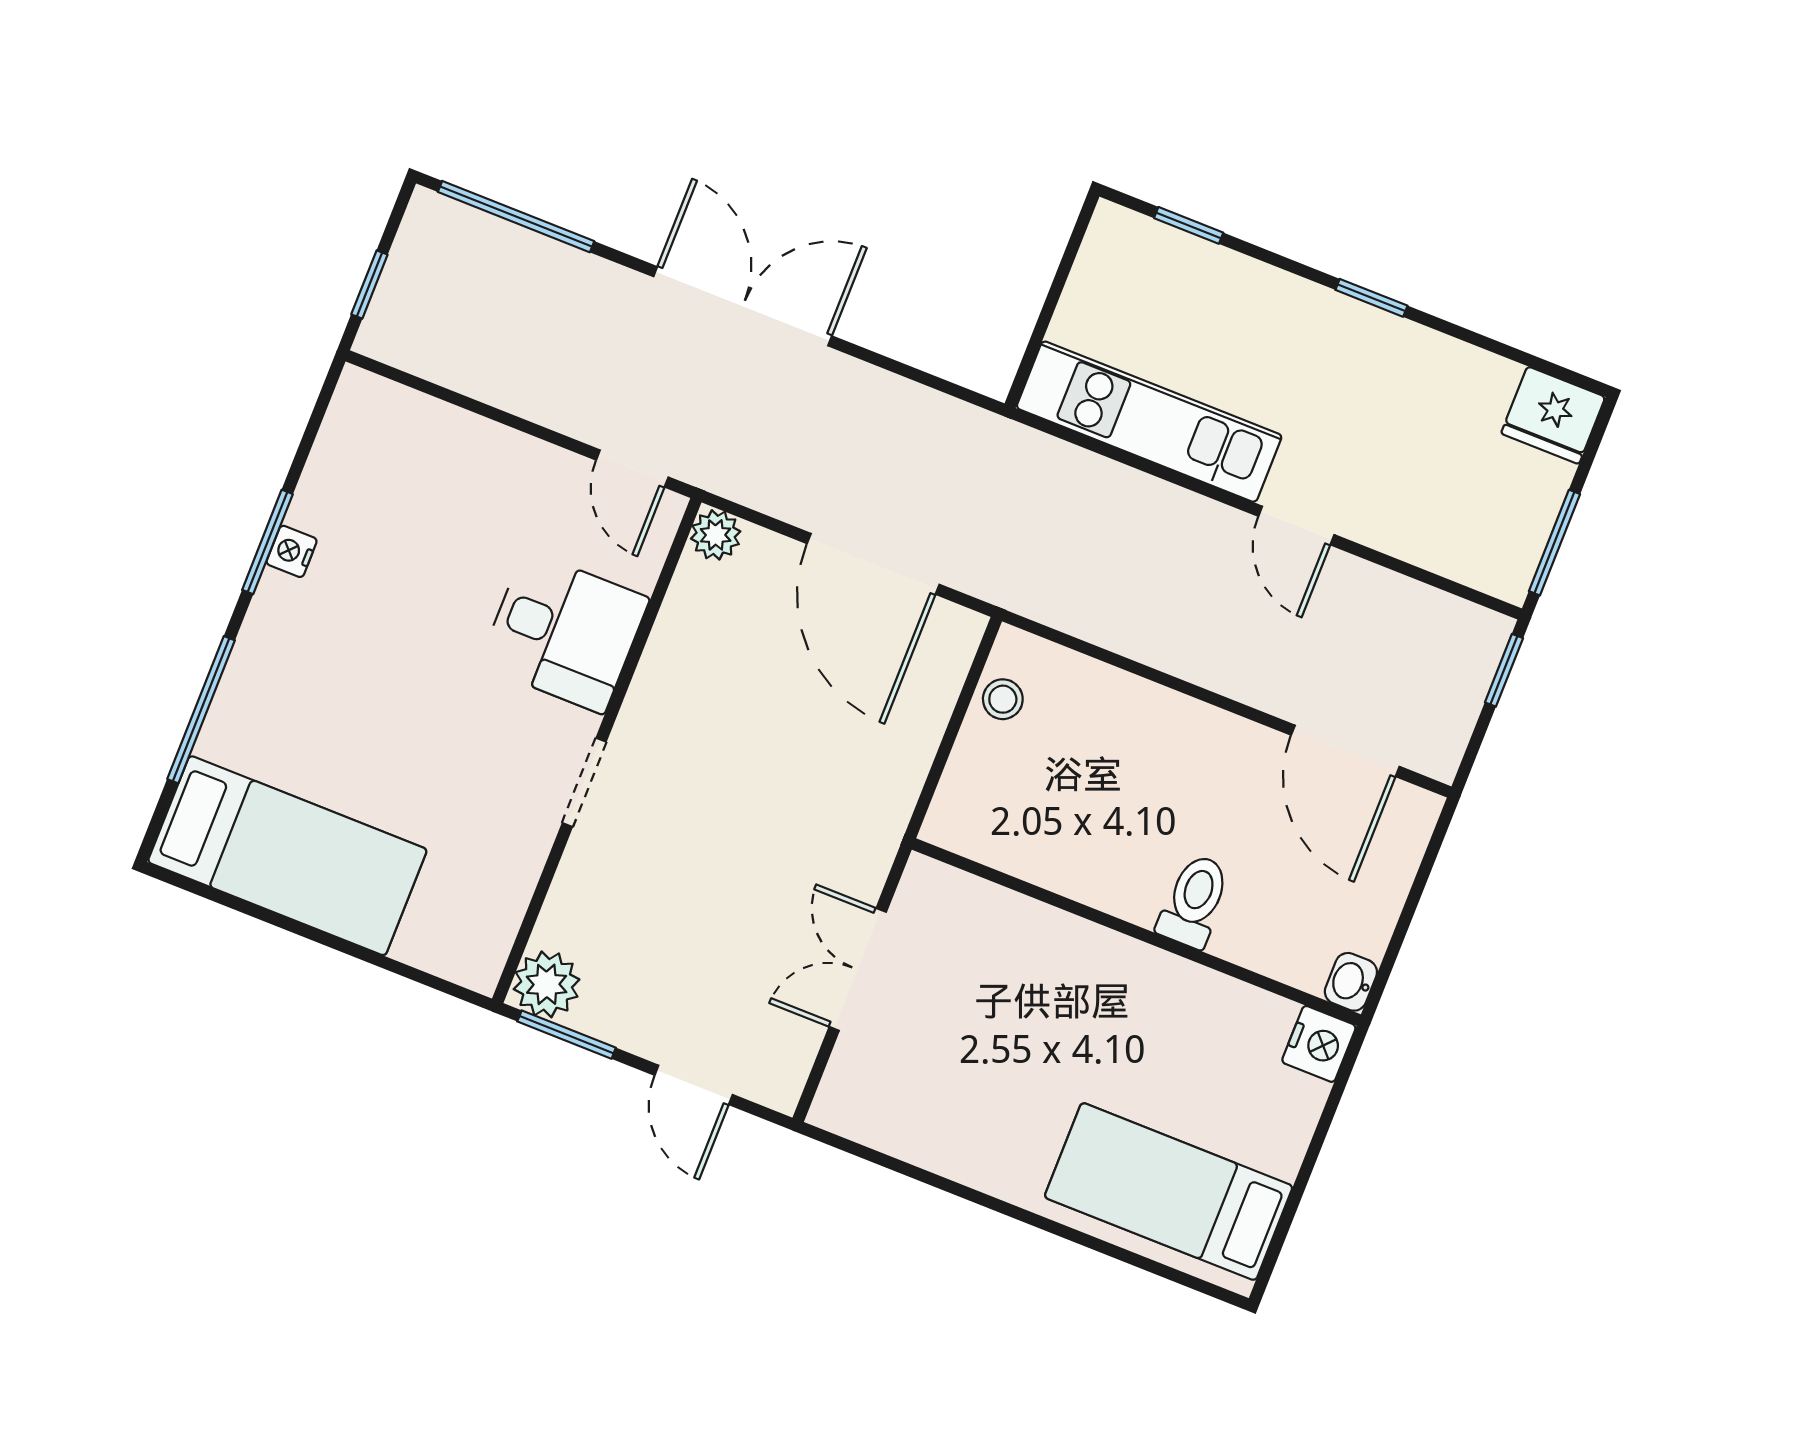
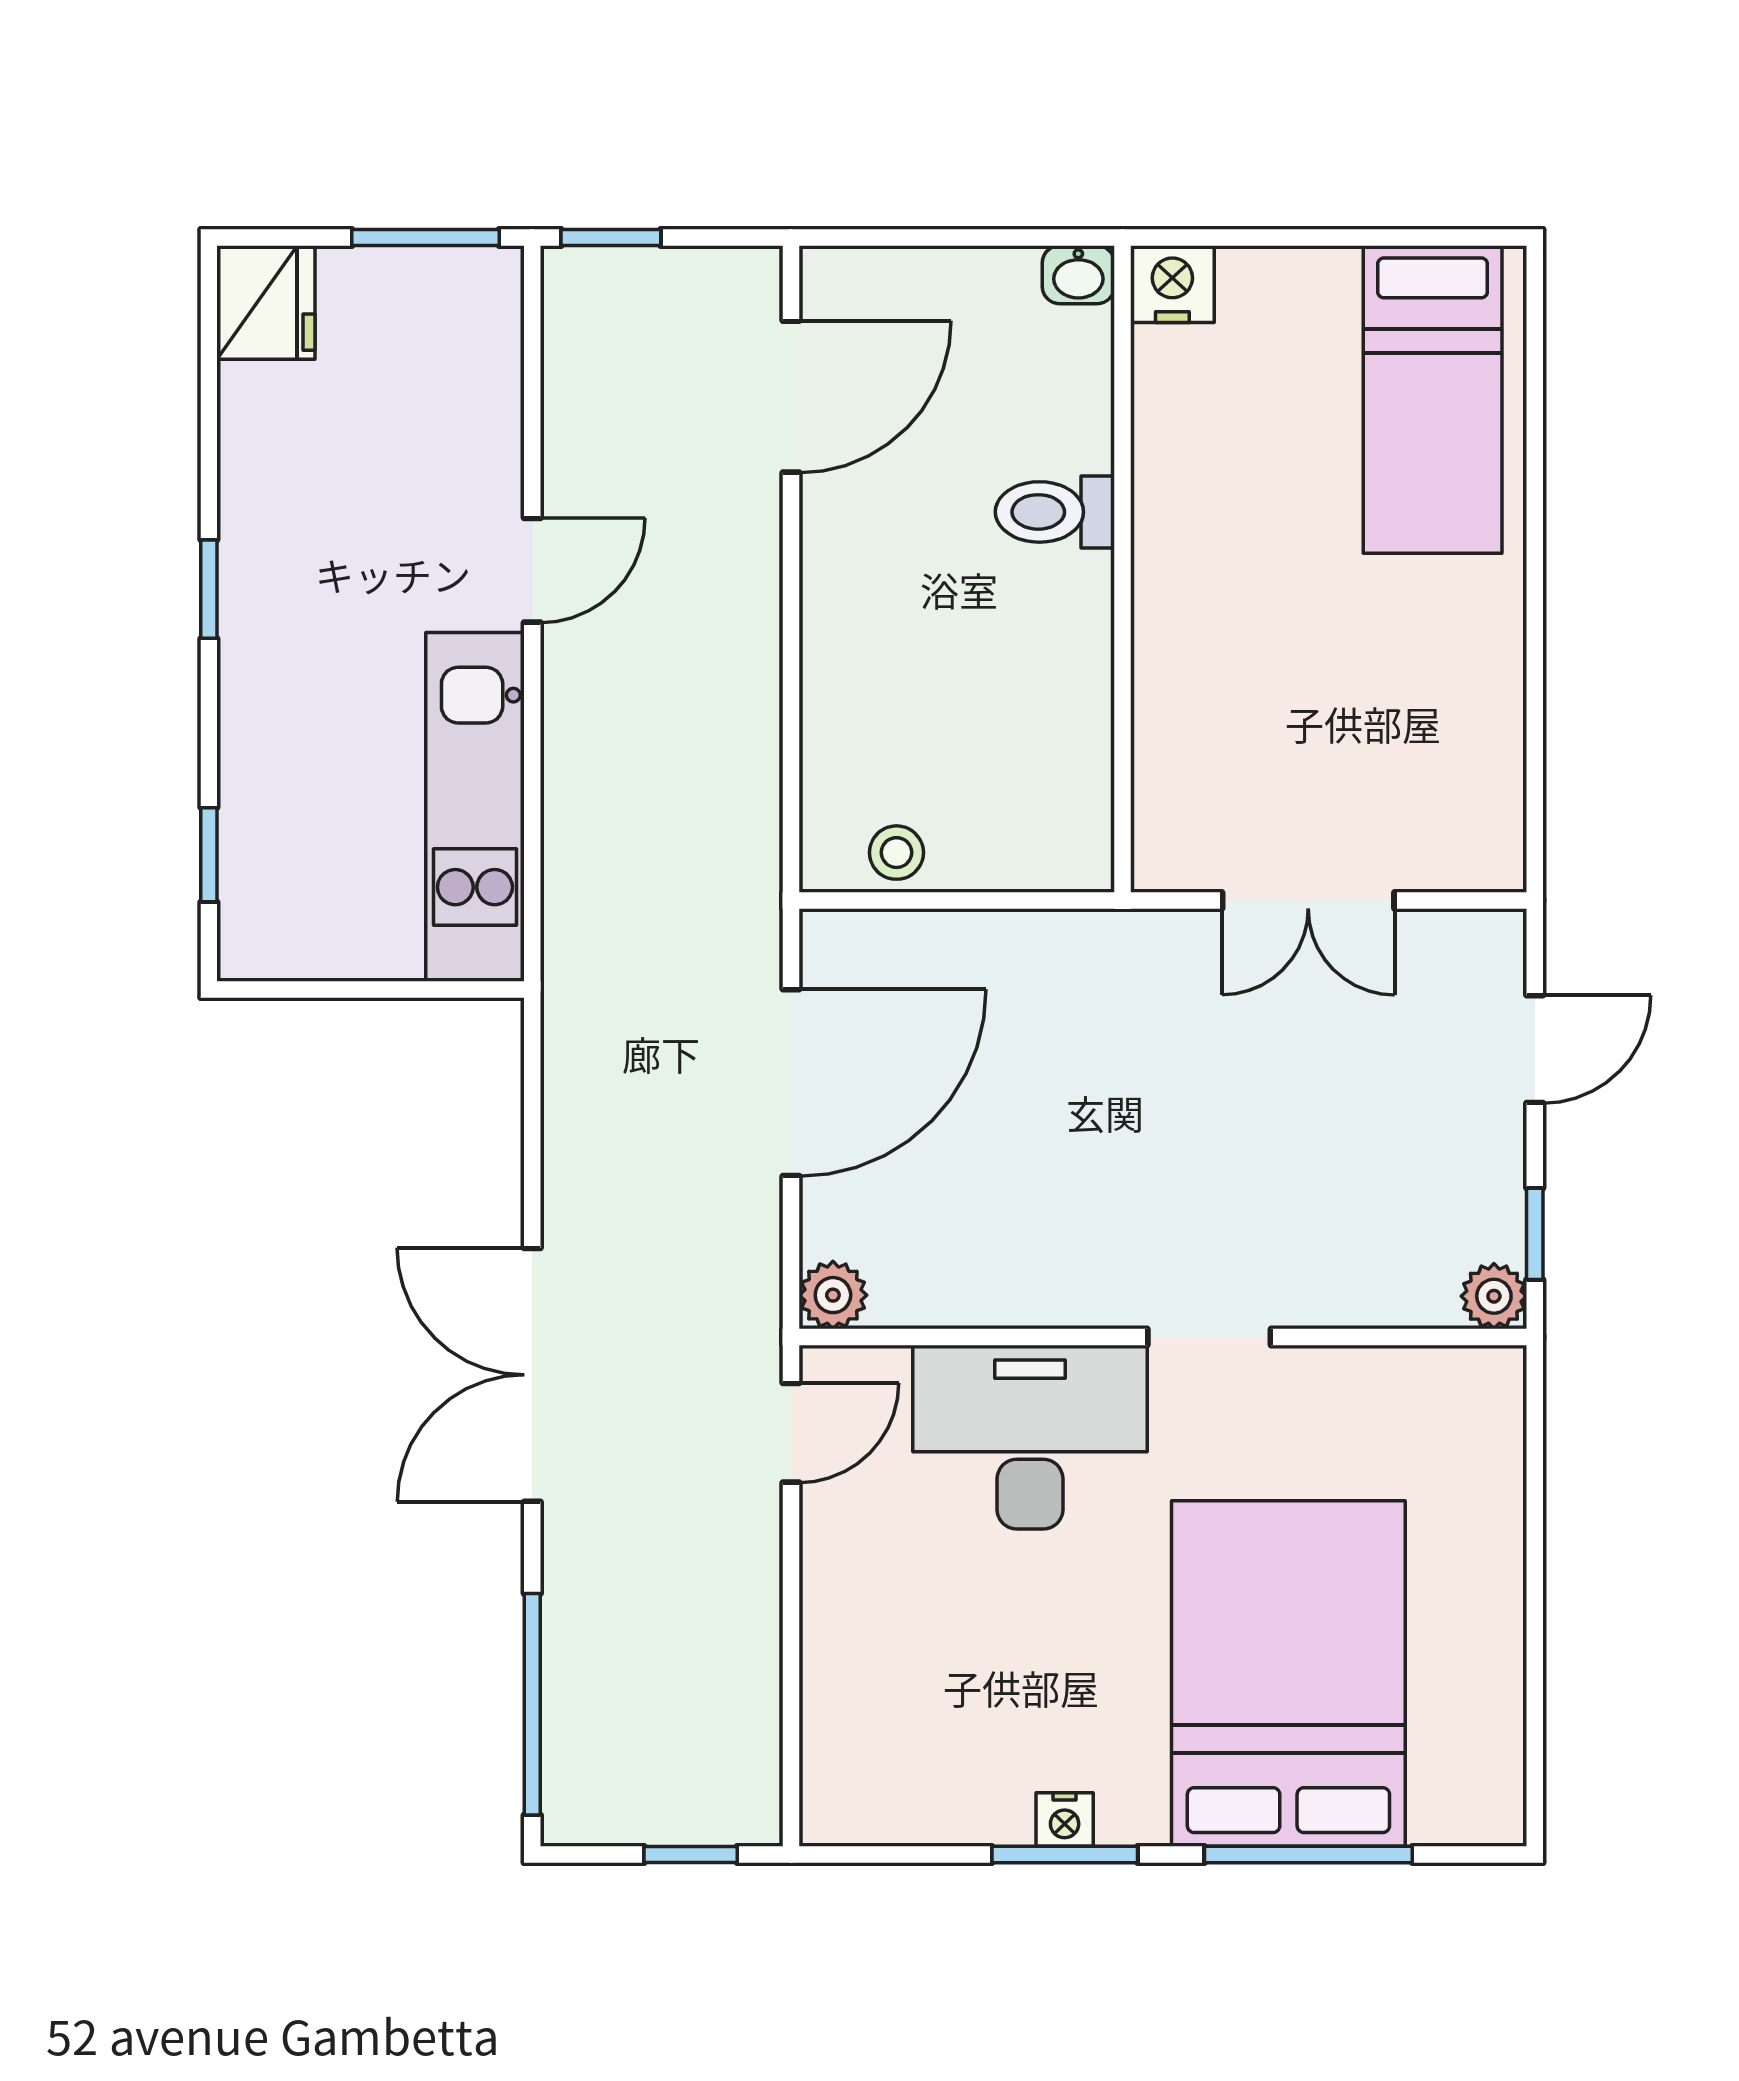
desk: (564, 632) -> (1030, 1437), width x1.37
bed: (287, 856) -> (1288, 1673), moved, width x1.50
plant: (547, 984) -> (1494, 1296), width x0.73, depth x0.73
window: (567, 1035) -> (1535, 1234), width x0.67

